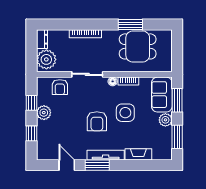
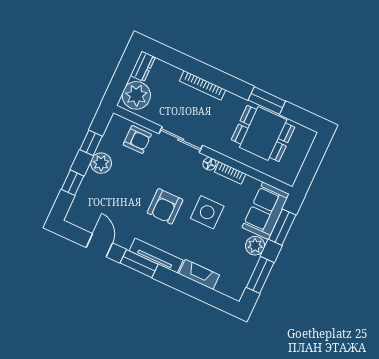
armchair: (60, 87) -> (137, 140), turned -90

